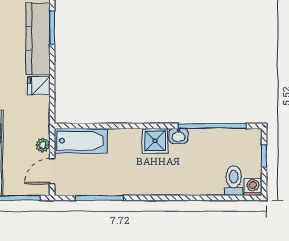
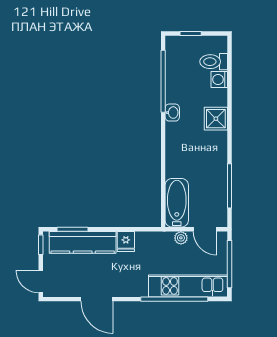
shower: (155, 141) -> (216, 119), moved
washing machine: (253, 187) -> (219, 79), moved

